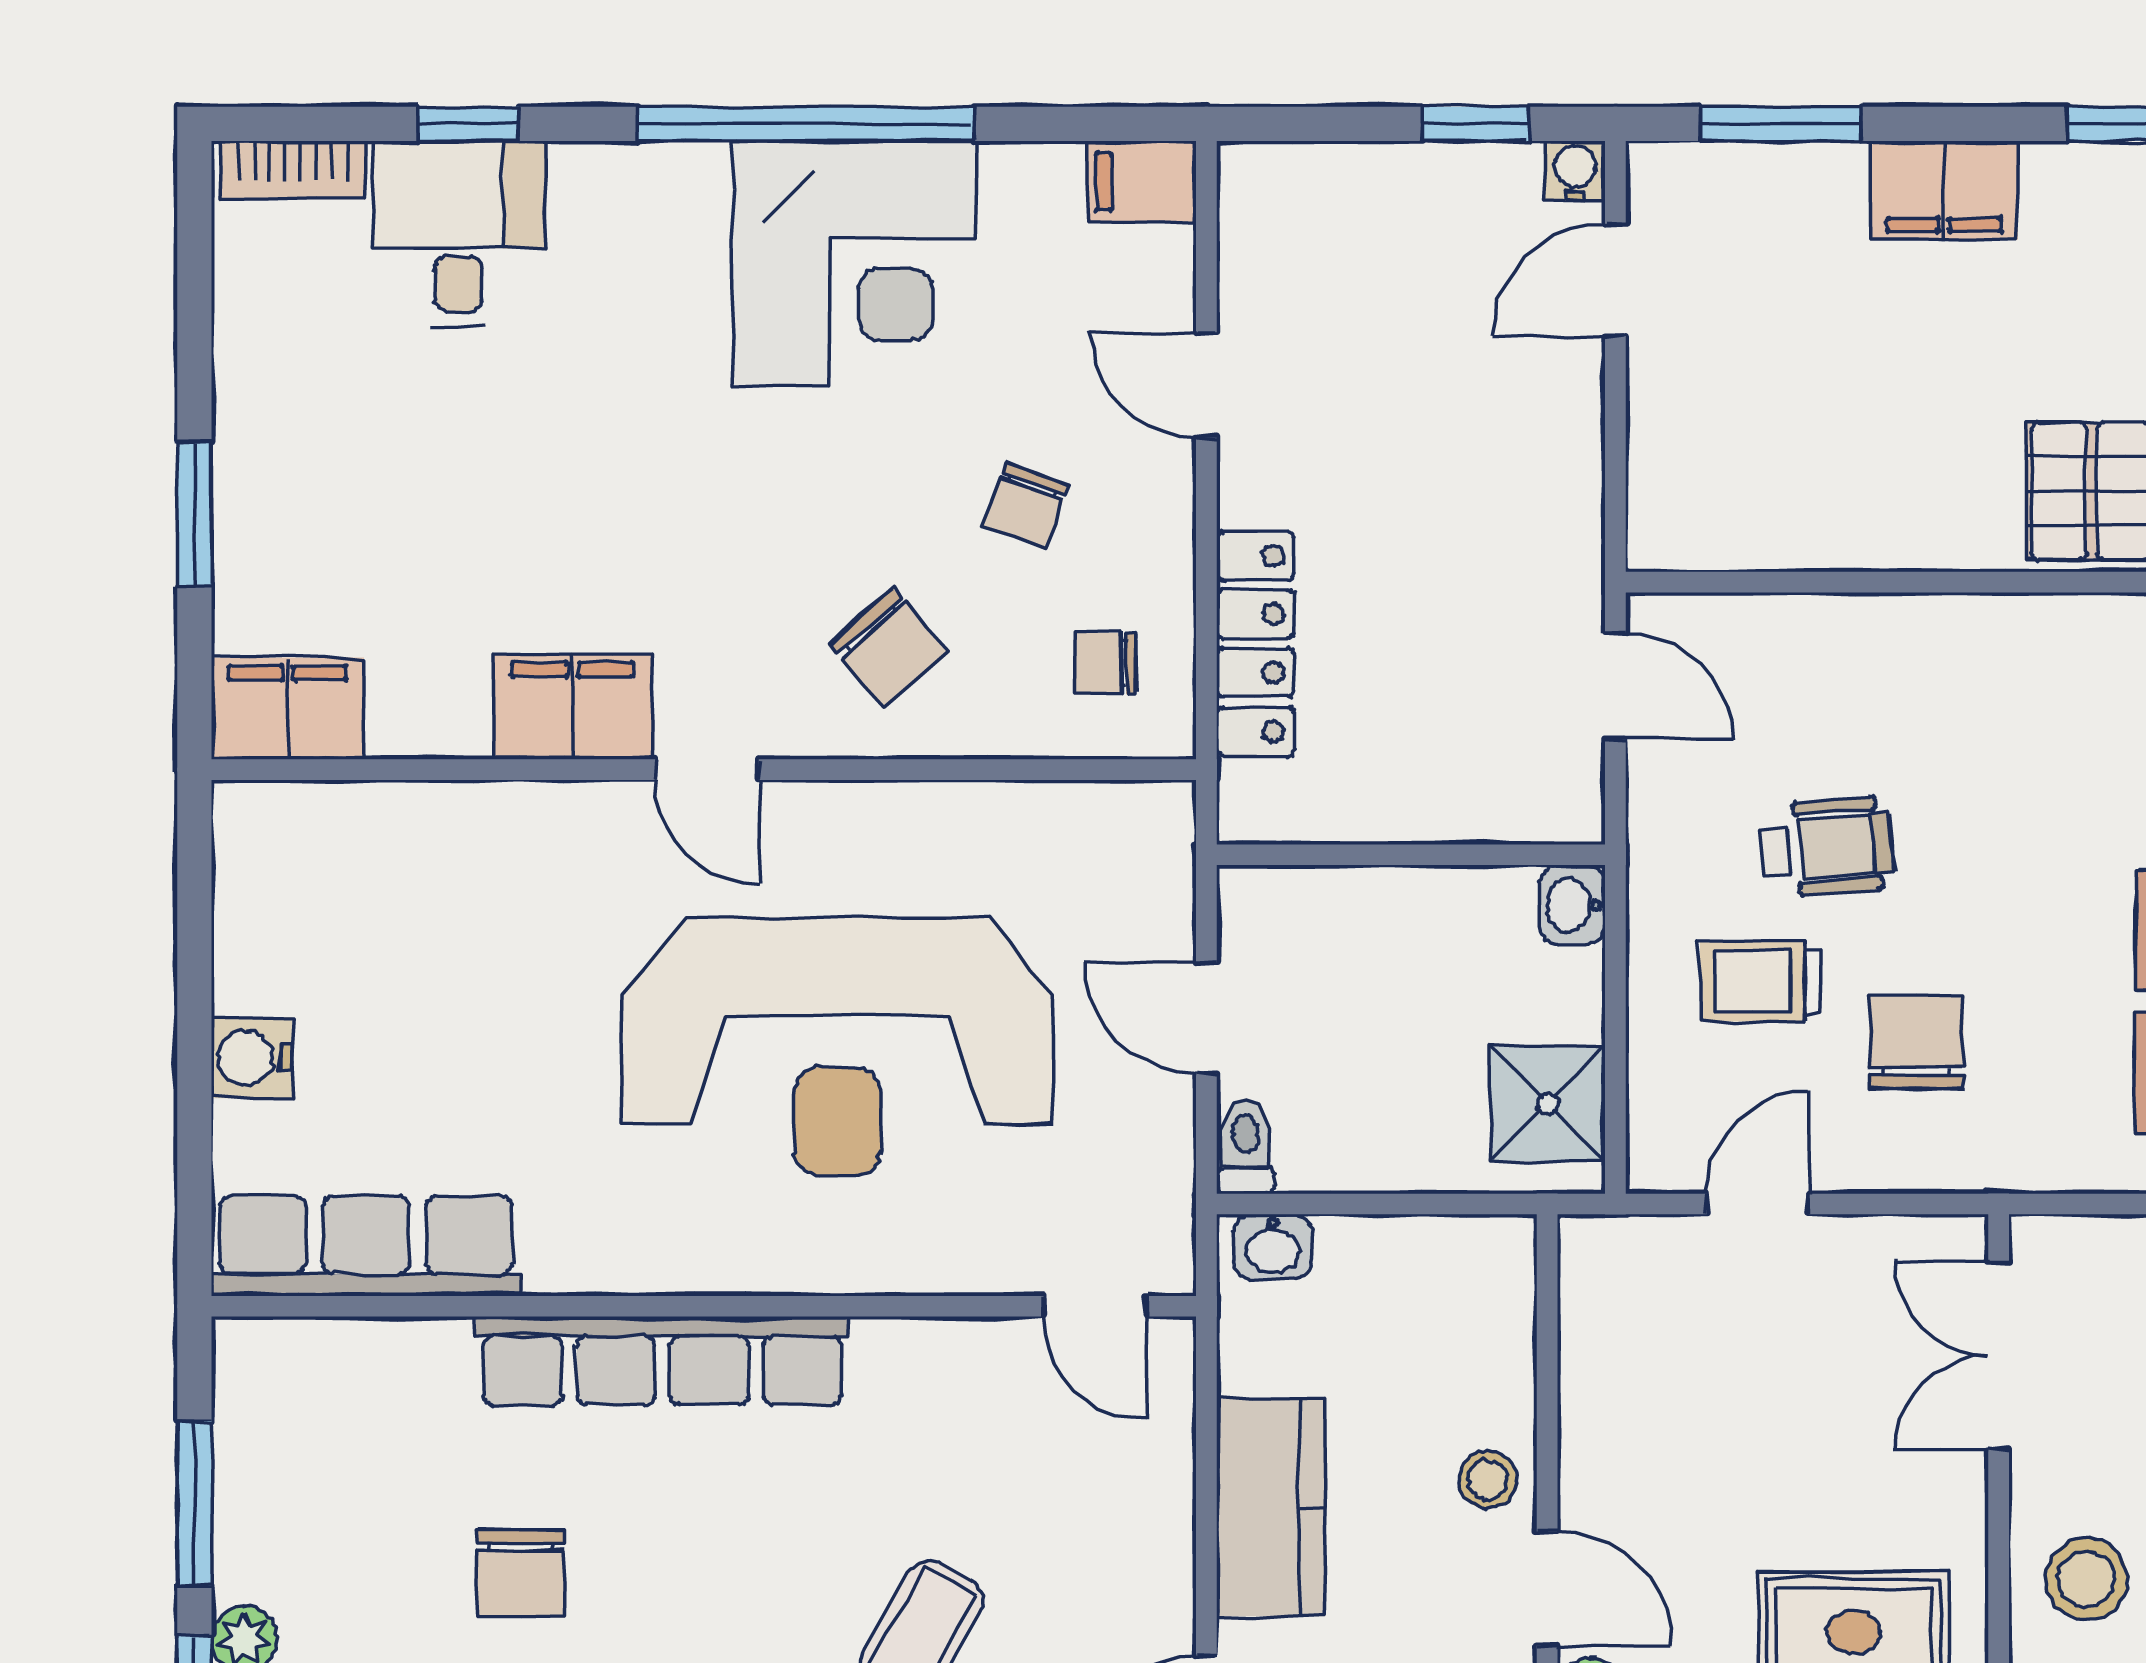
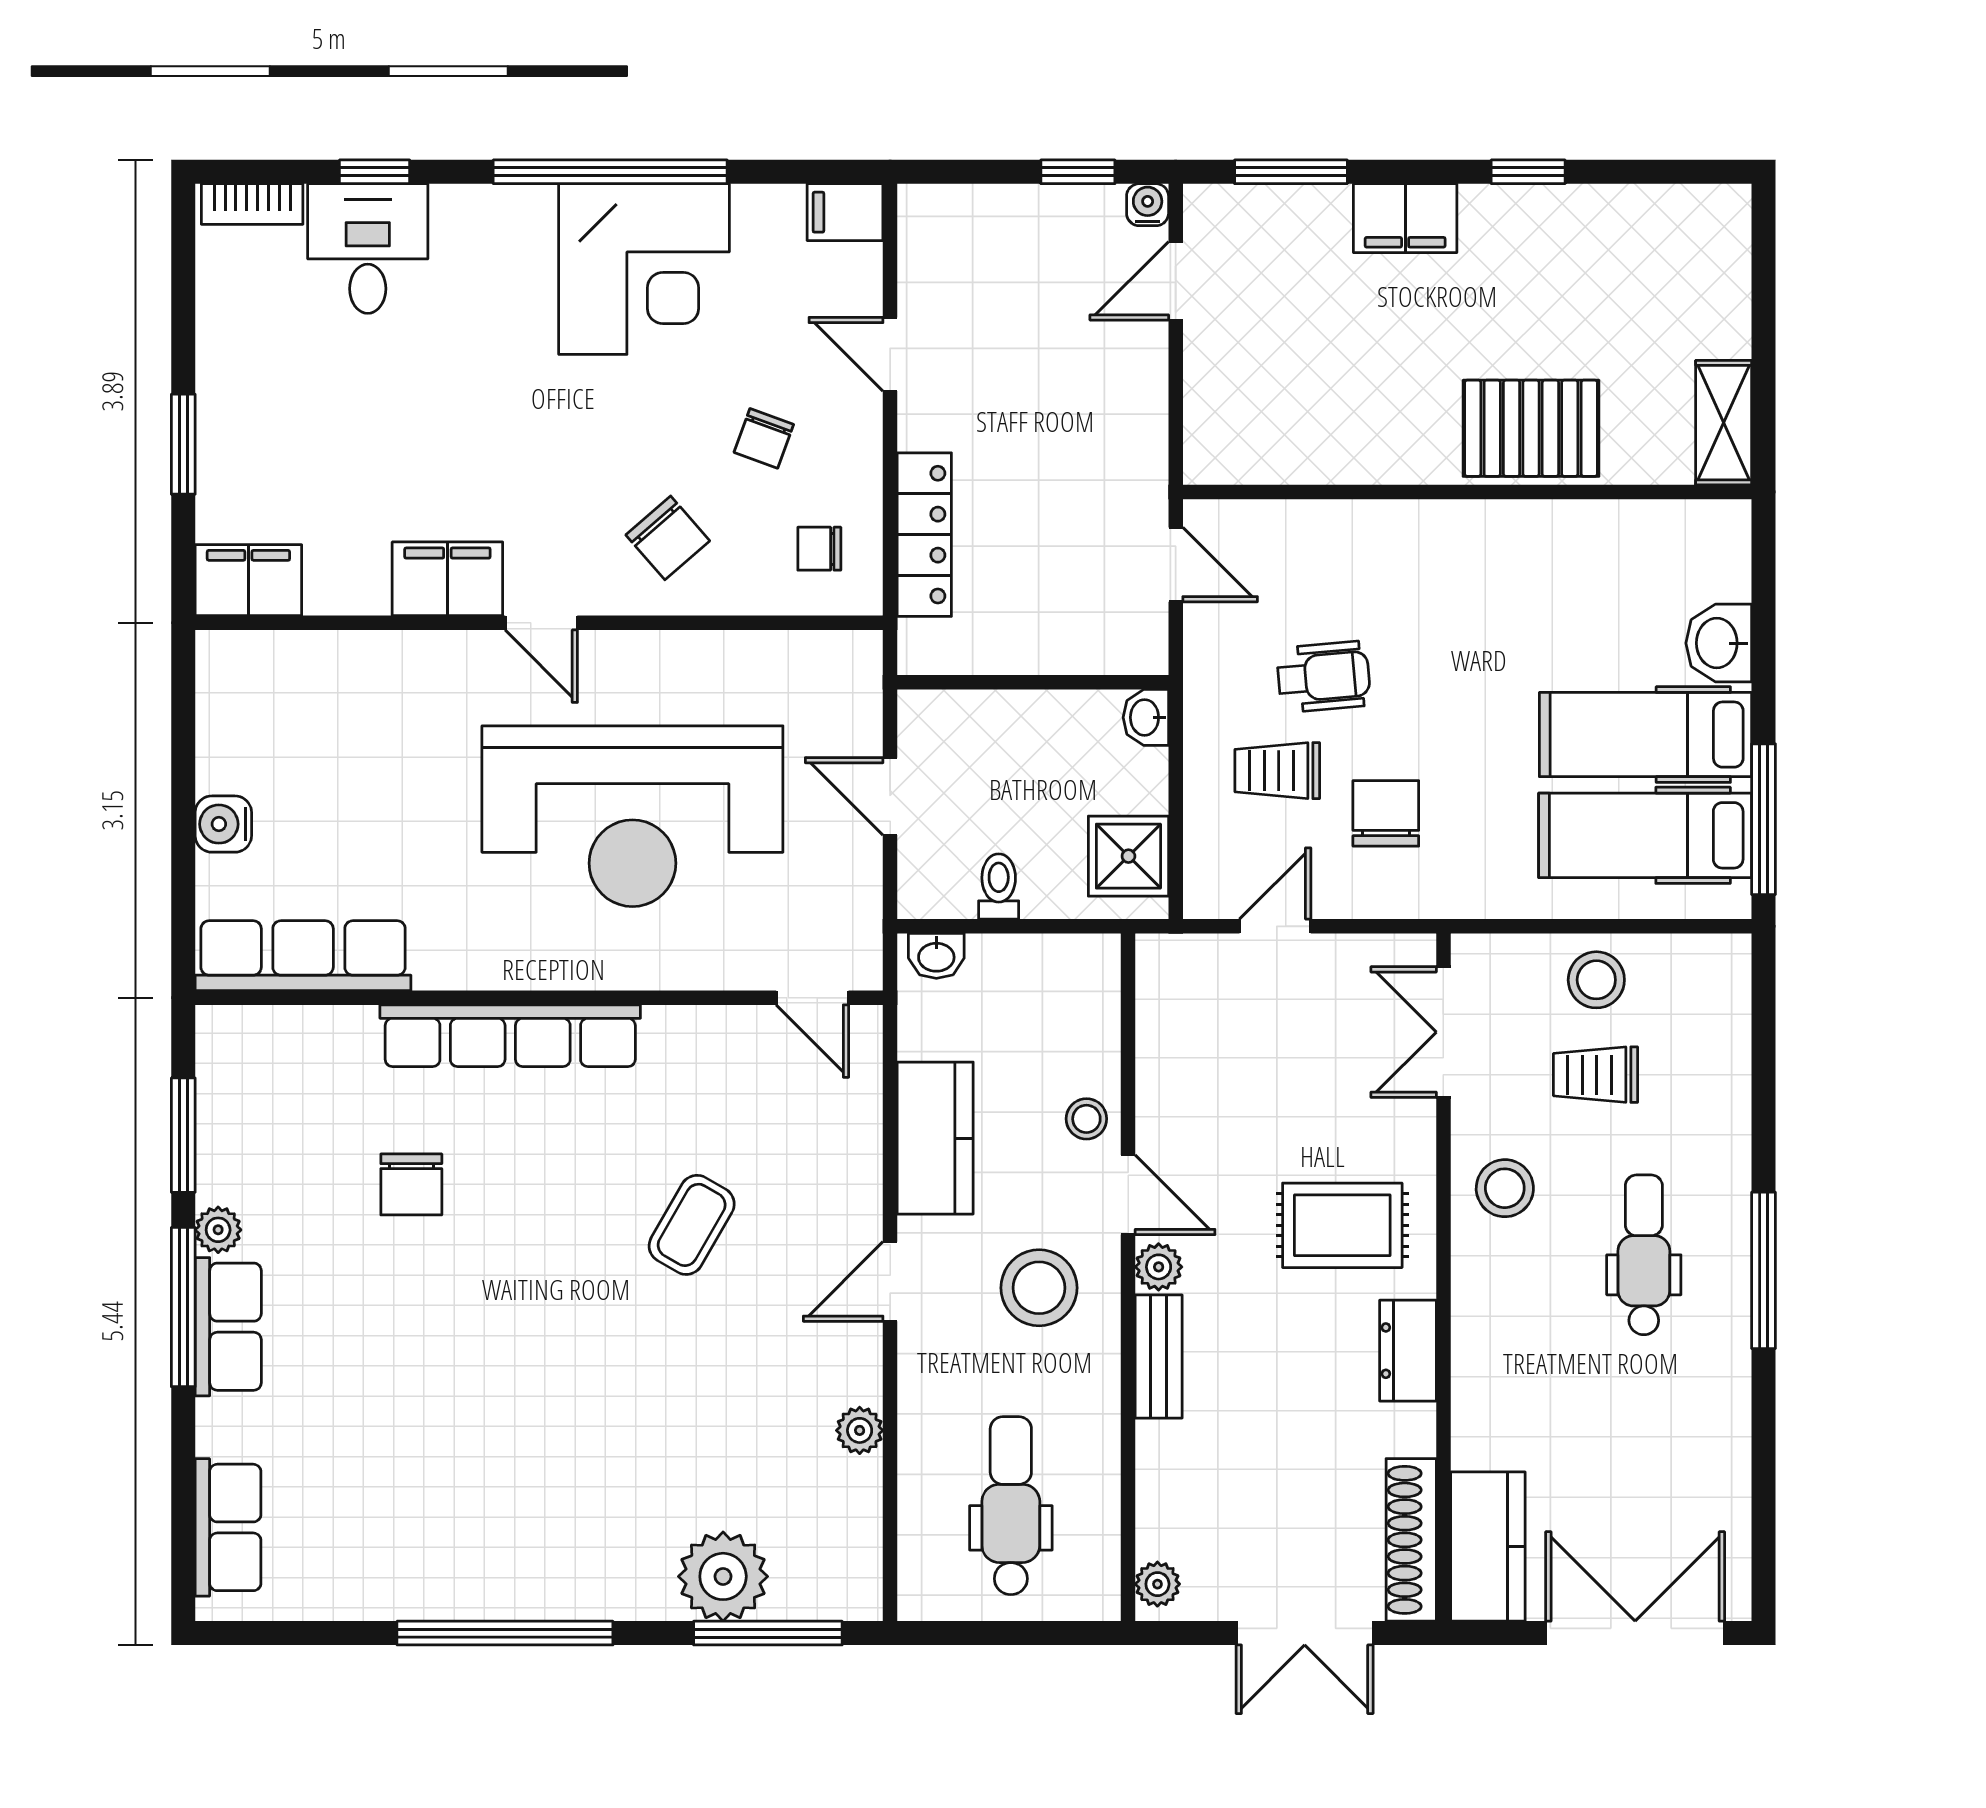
toilet: (1245, 1147) -> (999, 886), moved

